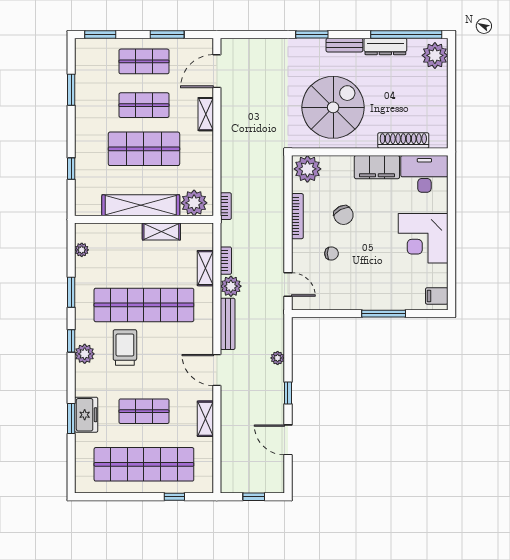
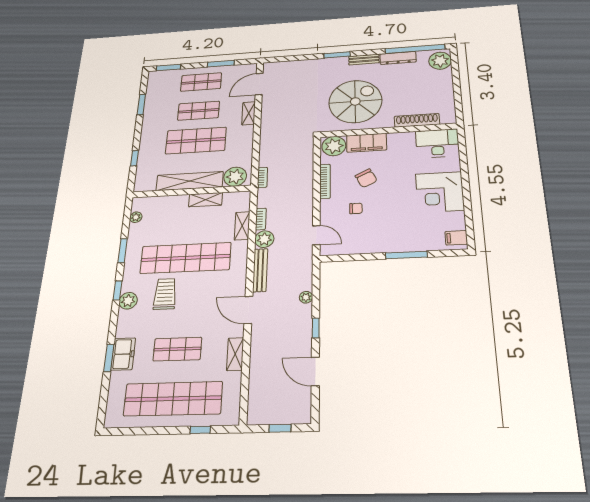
filing cabinet: (377, 167) -> (367, 143), moved

